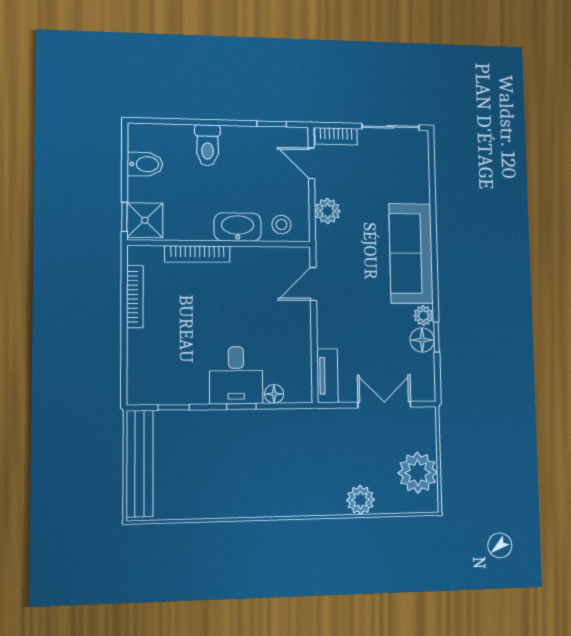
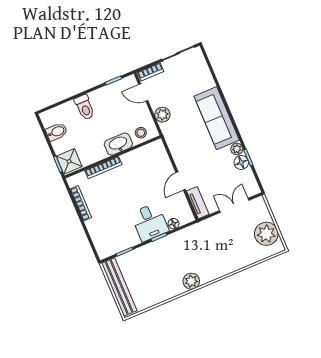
door: (313, 284) -> (181, 181), moved
plant: (360, 500) -> (191, 281), moved

